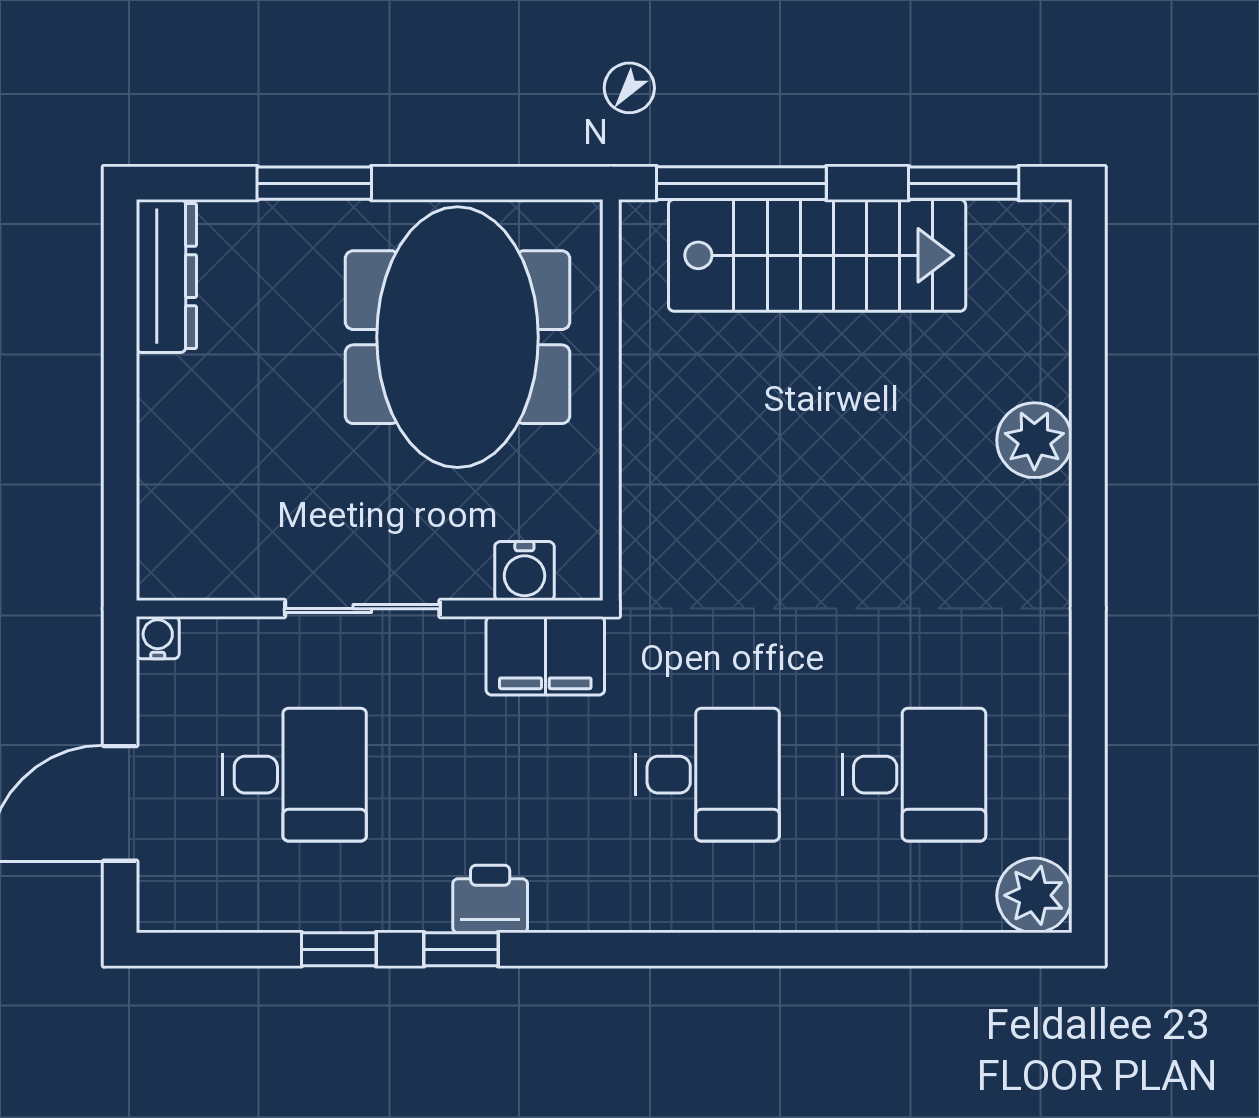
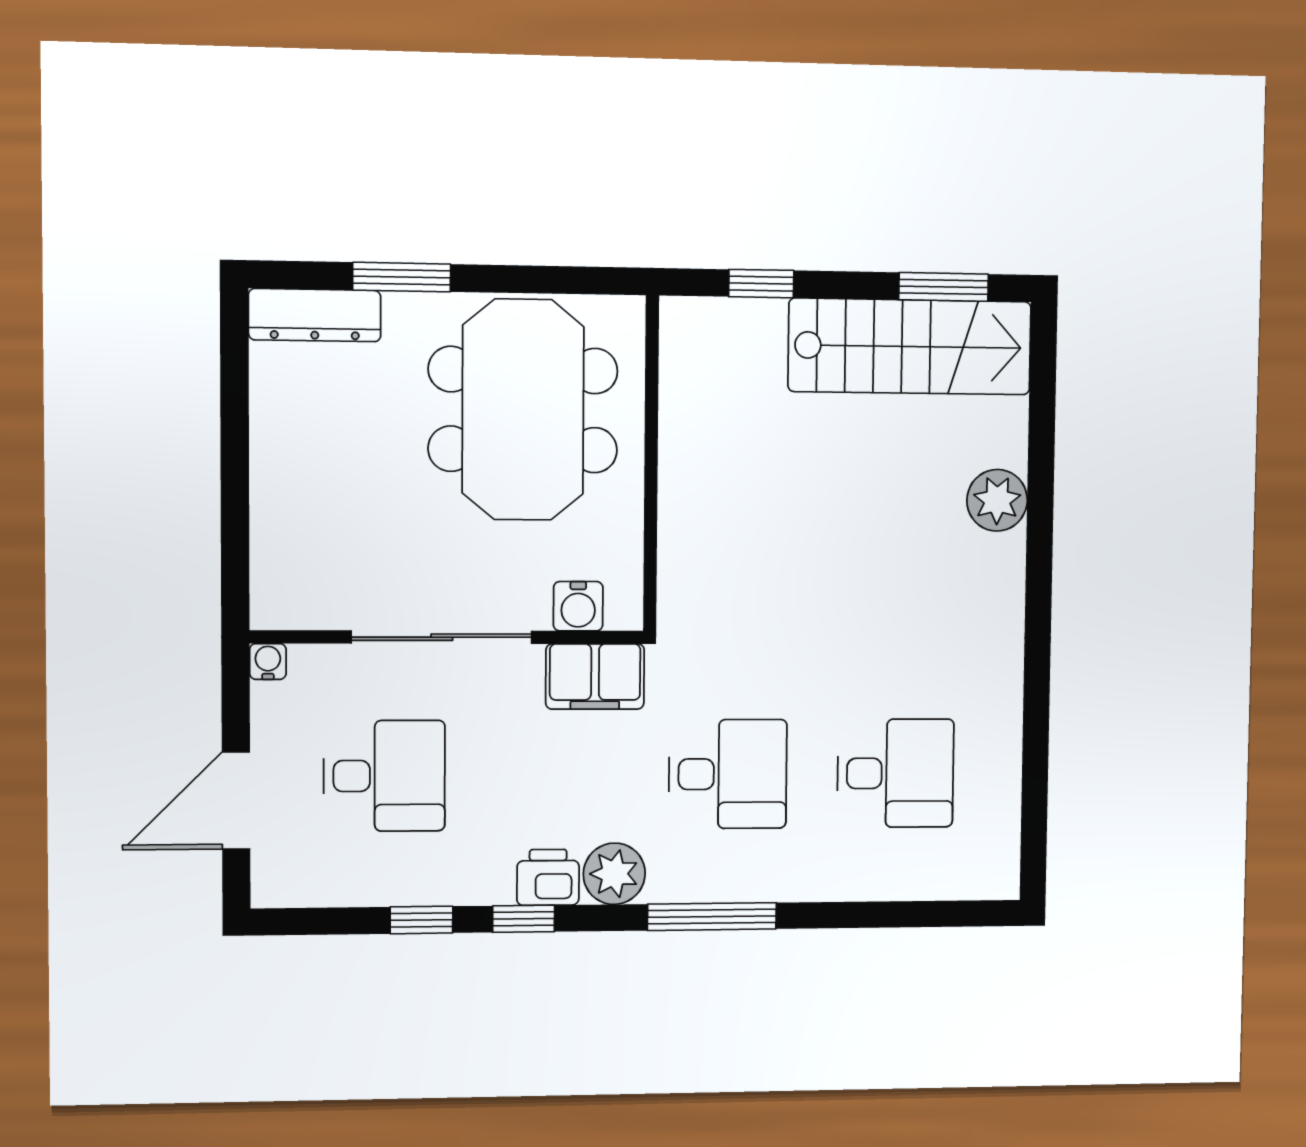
window: (741, 183) -> (761, 284), width x0.46
stairs: (817, 255) -> (910, 347), moved
dresser: (166, 276) -> (315, 315), moved, turned 90
sliding door: (362, 609) -> (442, 637), width x1.37
plant: (1034, 895) -> (614, 874), moved
window: (690, 949) -> (712, 917), added

